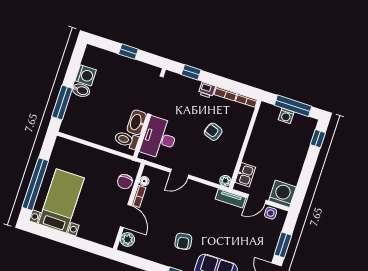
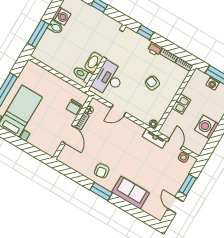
kitchen sink: (245, 175) -> (181, 104), moved
washing machine: (282, 194) -> (206, 127), moved, turned -90
door: (257, 199) -> (175, 144), swing flipped
plant: (127, 239) -> (66, 153), removed
armchair: (183, 241) -> (102, 171), moved

